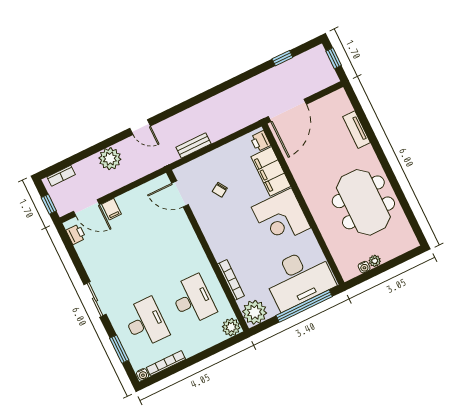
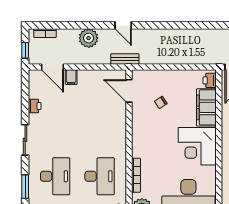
bench: (193, 145) -> (125, 59), moved
printer: (76, 234) -> (35, 106), moved

